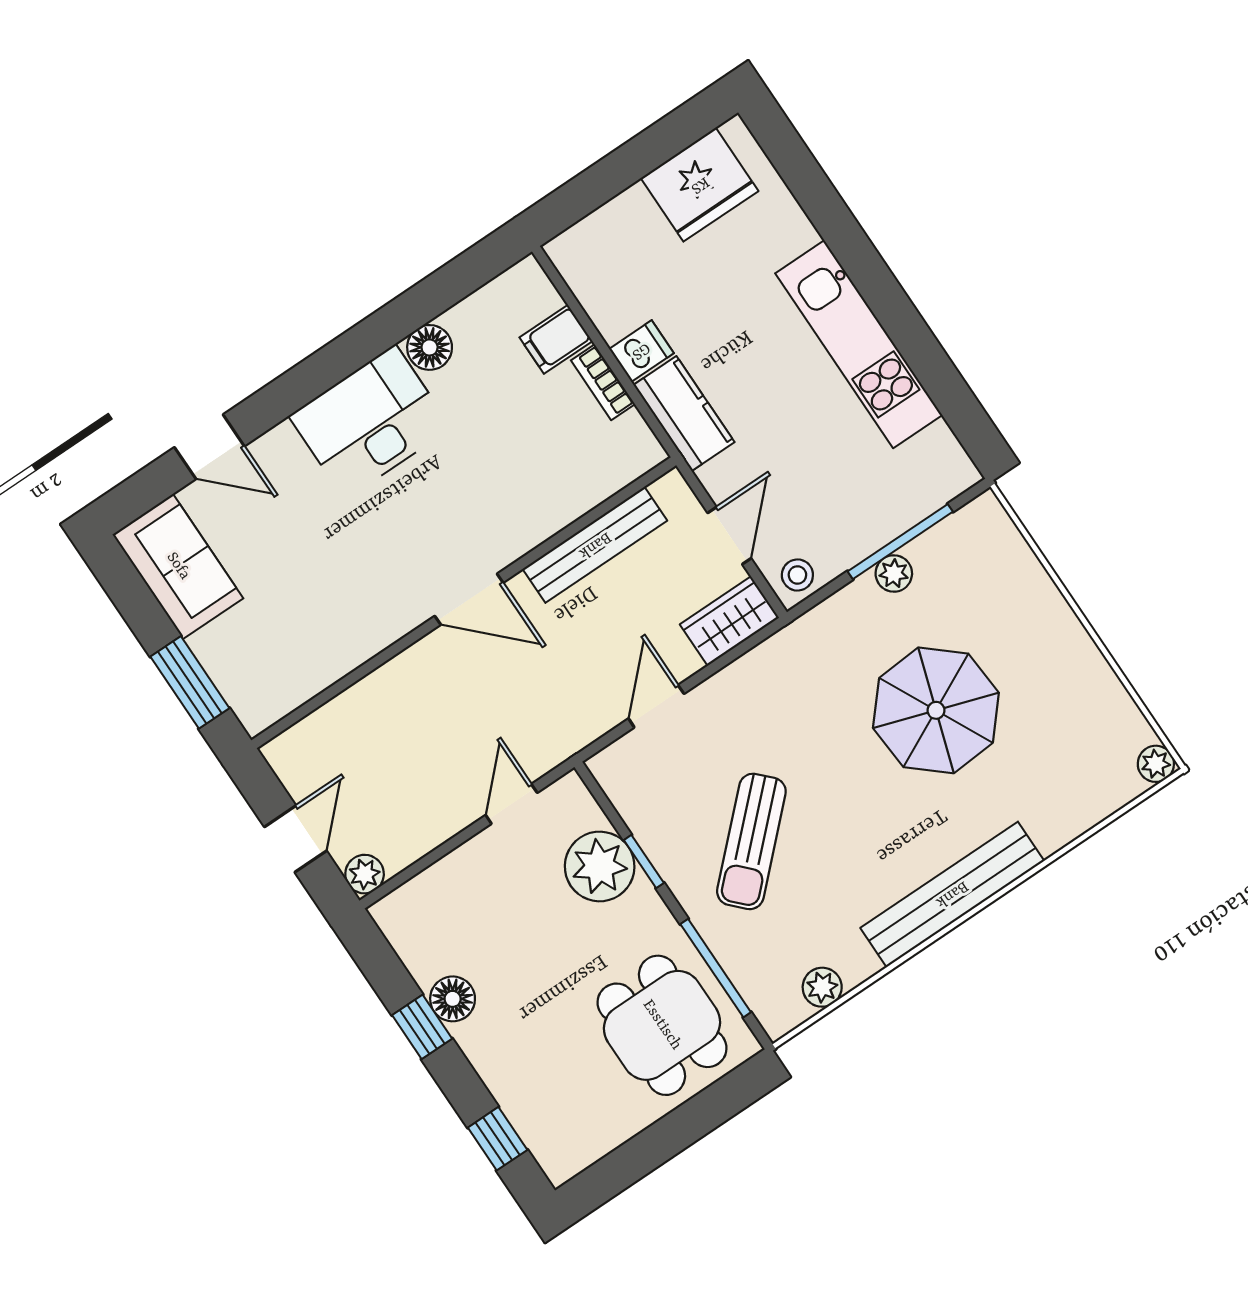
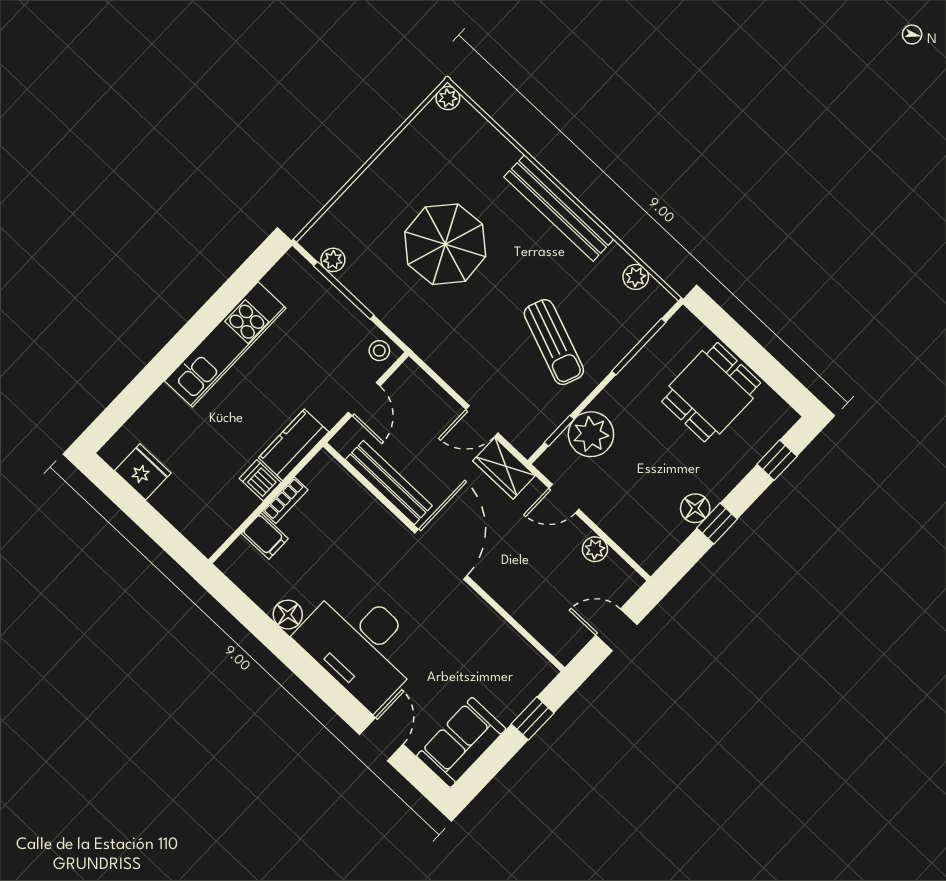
fridge: (700, 185) -> (143, 472), width x0.73, depth x0.75
desk: (370, 422) -> (361, 645), width x1.36, depth x1.30
door: (729, 536) -> (364, 399), swing flipped
plant: (894, 573) -> (333, 260), moved
door: (469, 599) -> (441, 554), width x1.36
wardrobe: (729, 621) -> (504, 468), moved
window: (190, 682) -> (533, 718), width x0.67
sun lounger: (751, 841) -> (554, 342), turned 65
window: (644, 861) -> (559, 431), moved
plant: (365, 874) -> (595, 549), moved
dining table: (662, 1025) -> (711, 392), moved

